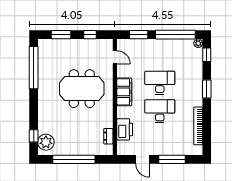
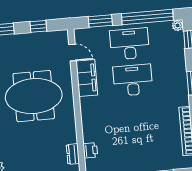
filing cabinet: (124, 92) -> (87, 78), moved
desk: (160, 111) -> (130, 44), moved
printer: (125, 129) -> (90, 150), width x0.53, depth x0.68

